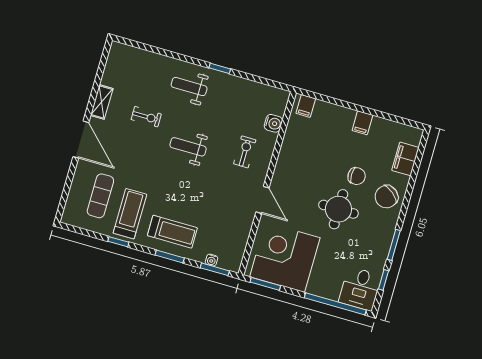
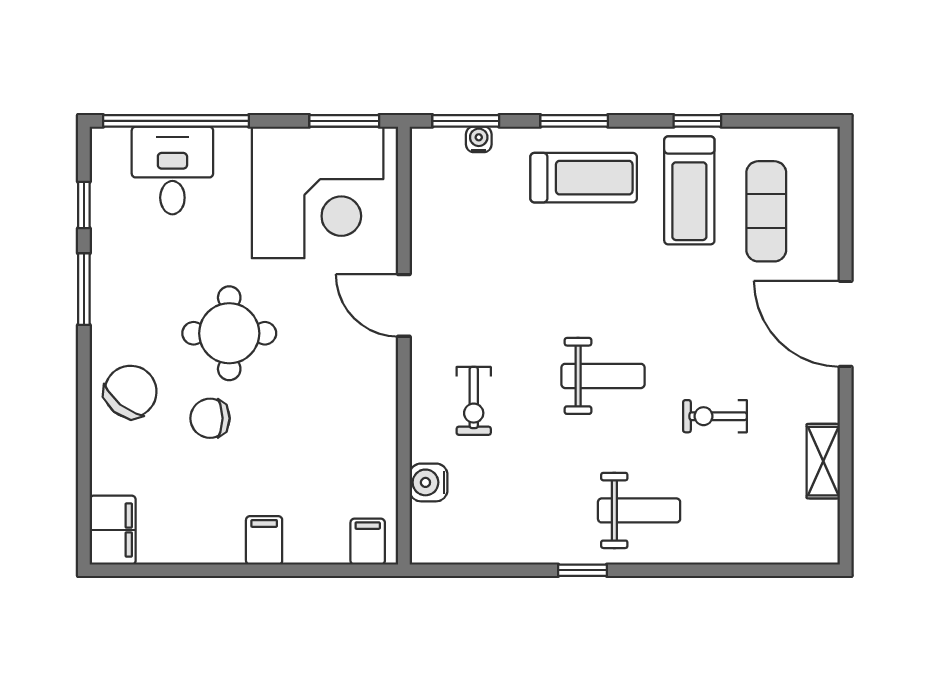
shelving: (102, 102) -> (823, 461), moved
filing cabinet: (362, 123) -> (264, 540), moved
filing cabinet: (405, 159) -> (113, 530), moved
treadmill: (172, 232) -> (584, 178), turned 180
desk: (360, 289) -> (172, 170), moved

